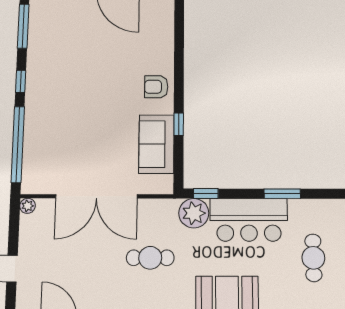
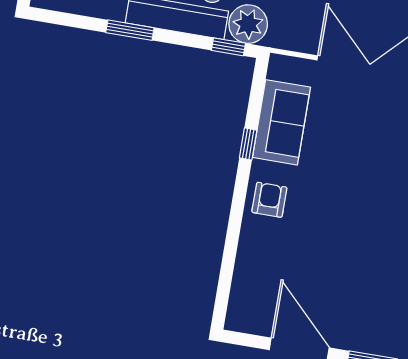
armchair: (156, 87) -> (269, 200), turned -90

